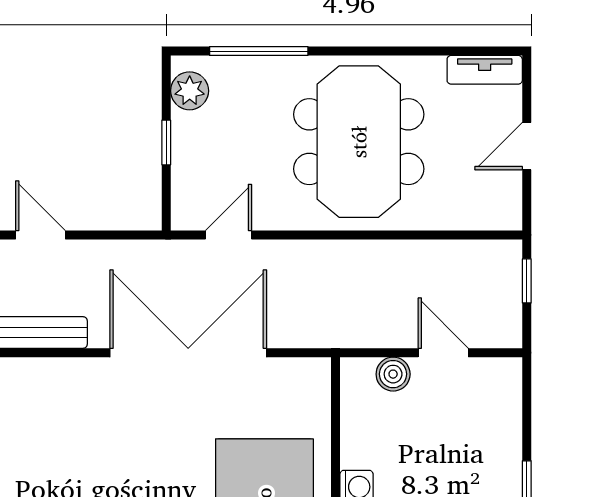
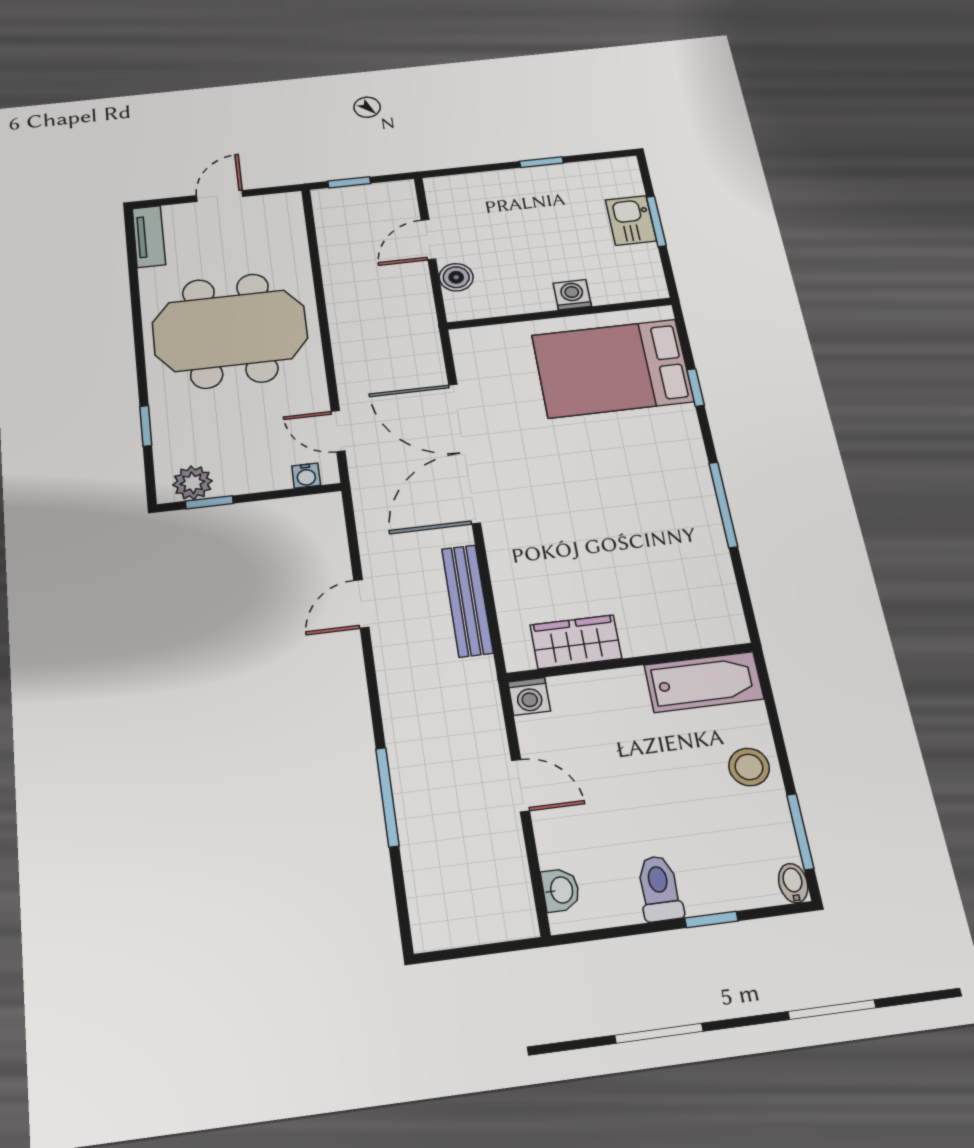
window: (259, 51) -> (146, 426), width x0.46
window: (166, 142) -> (209, 502), moved
door: (527, 146) -> (220, 196), swing flipped
water cooler: (183, 199) -> (306, 476), added

